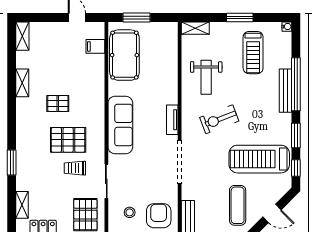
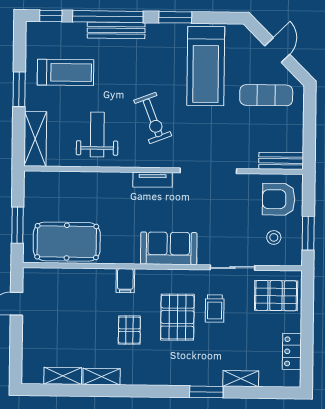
water cooler: (287, 27) -> (32, 28), removed
shelving: (195, 28) -> (35, 139), width x1.50, depth x1.33
shelving: (22, 36) -> (63, 376), moved
filing cabinet: (95, 46) -> (125, 281), moved
weight bench: (206, 77) -> (97, 134), turned -90
sofa: (120, 125) -> (169, 248), width x0.73
window: (296, 168) -> (51, 16), moved
shelving: (22, 205) -> (241, 379), moved

